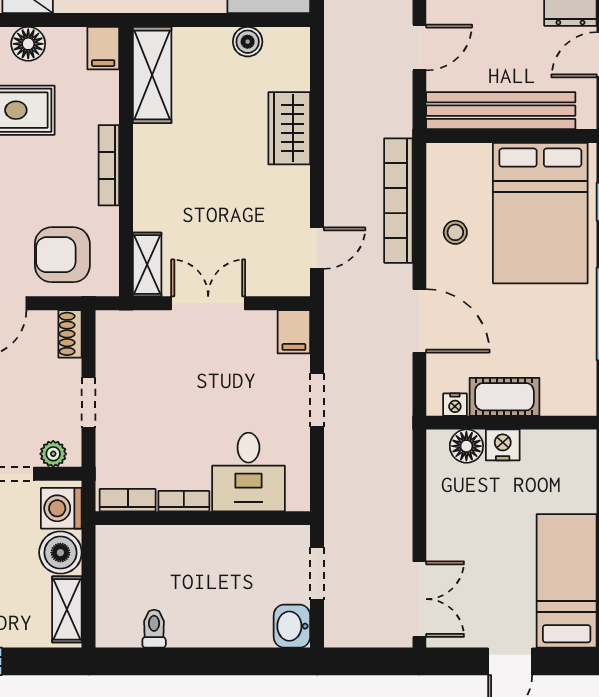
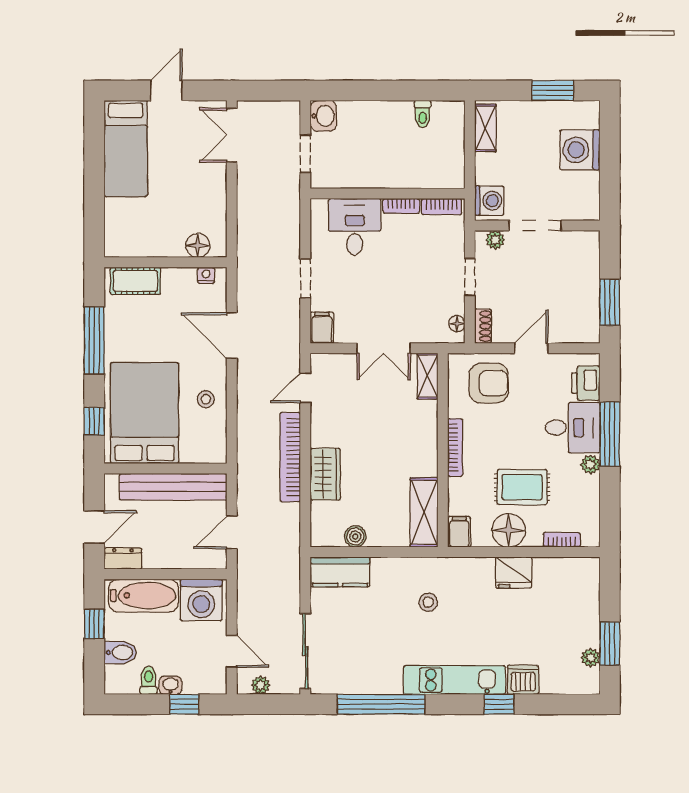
floor lamp: (28, 44) -> (509, 530), width x1.38, depth x1.38
bookcase: (398, 201) -> (290, 457), moved, turned 180
floor lamp: (106, 337) -> (457, 324), added
cot: (504, 397) -> (135, 281), moved
nightstand: (503, 445) -> (172, 246), removed
boiler: (60, 553) -> (490, 169), removed

